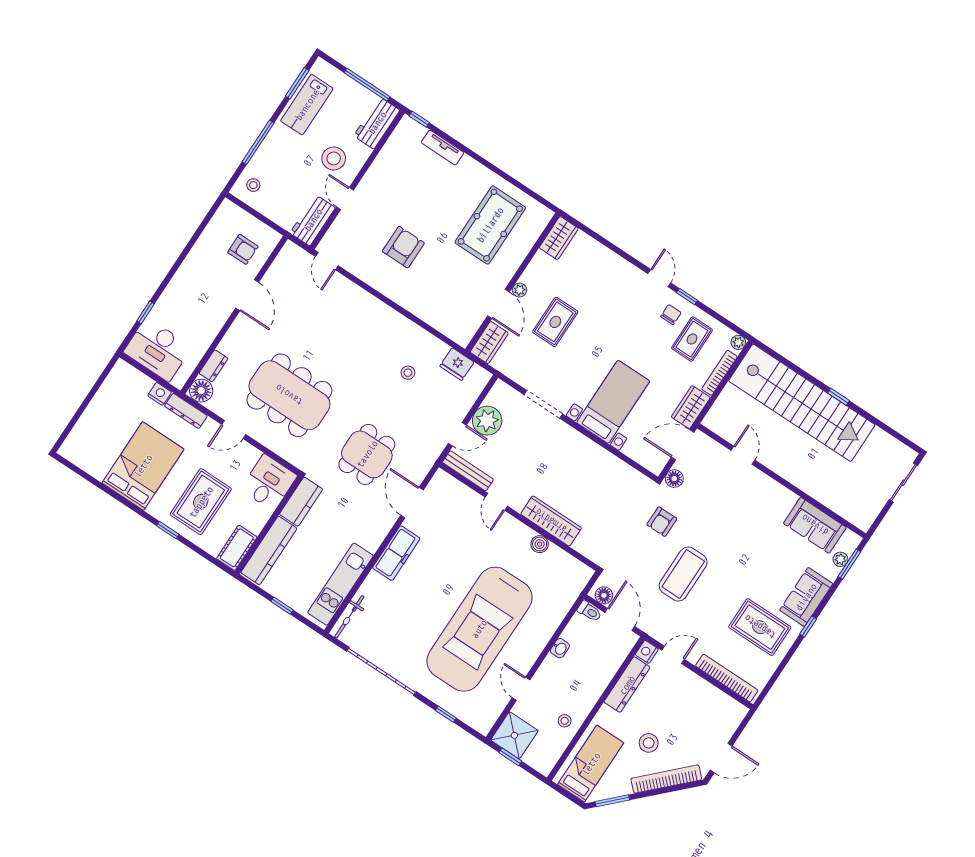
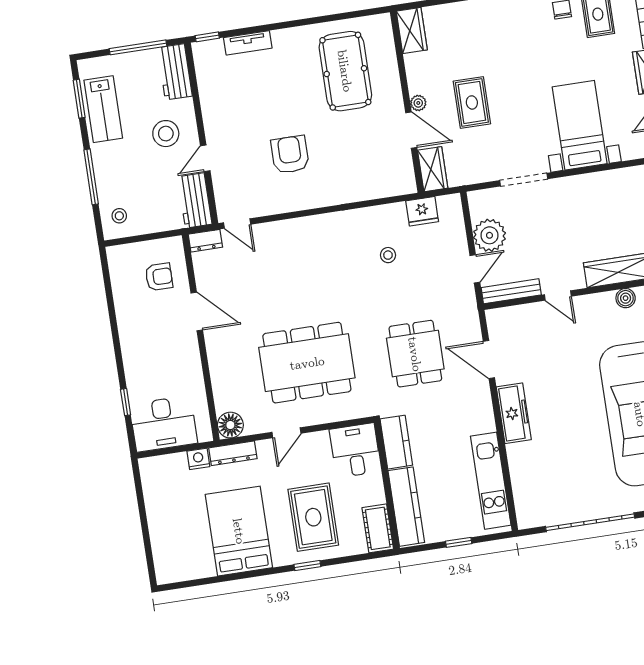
door: (345, 199) -> (205, 158), hinge flipped
dresser: (213, 366) -> (205, 241), moved, turned 90
bicycle: (349, 617) -> (523, 501), removed

